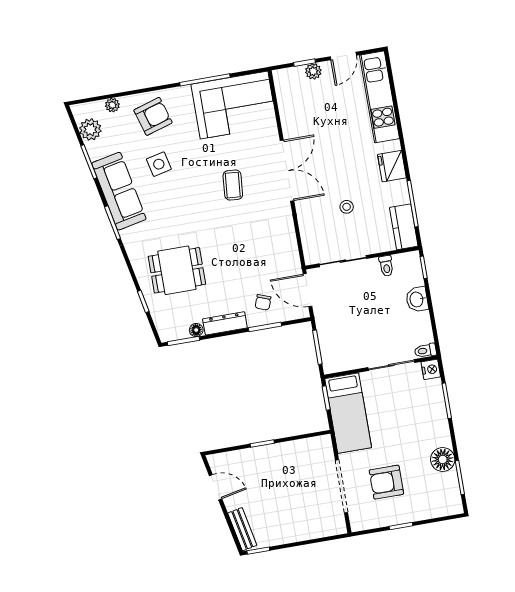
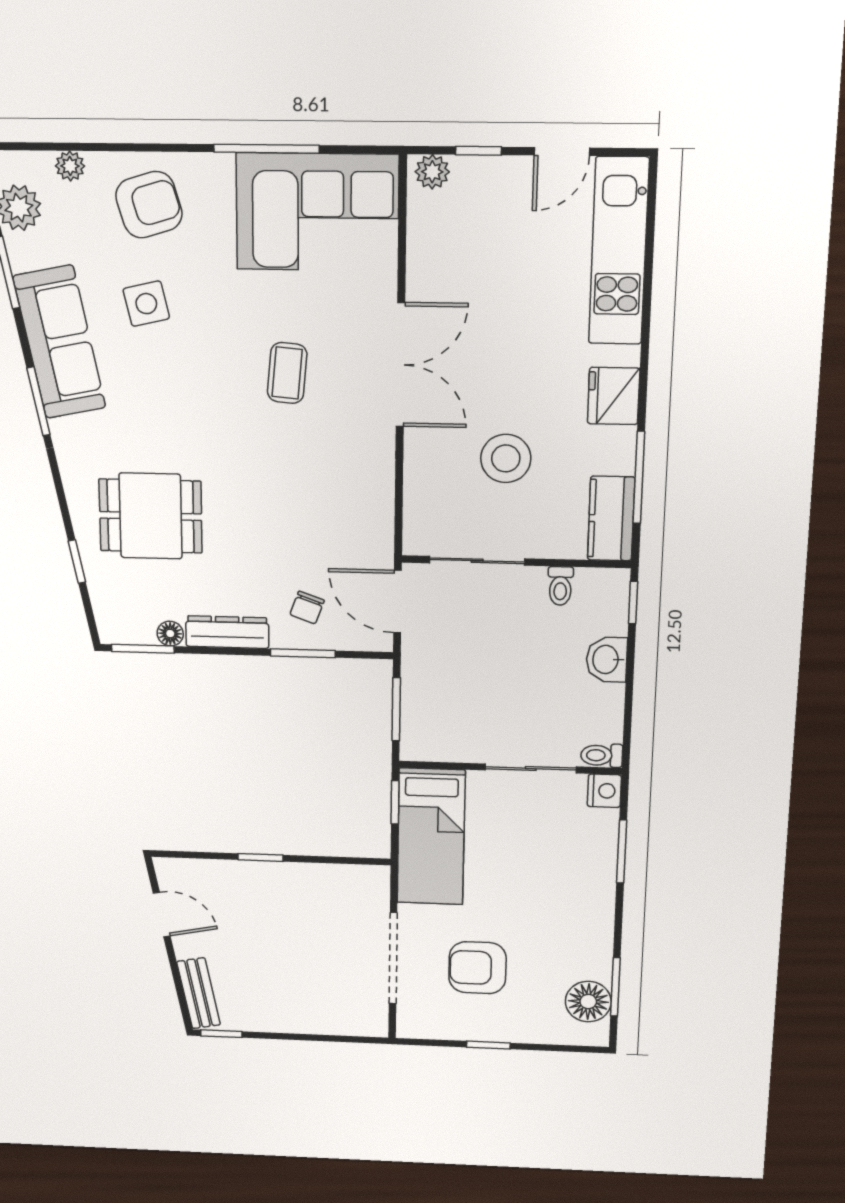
plant: (313, 71) -> (432, 172), moved
stool: (347, 207) -> (506, 458), width x1.89, depth x1.89
floor lamp: (443, 460) -> (588, 1002), moved

